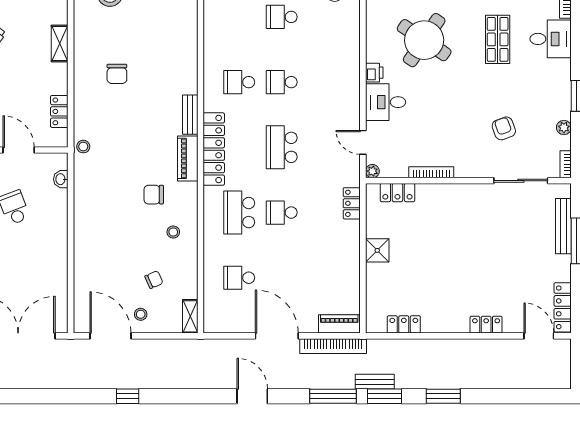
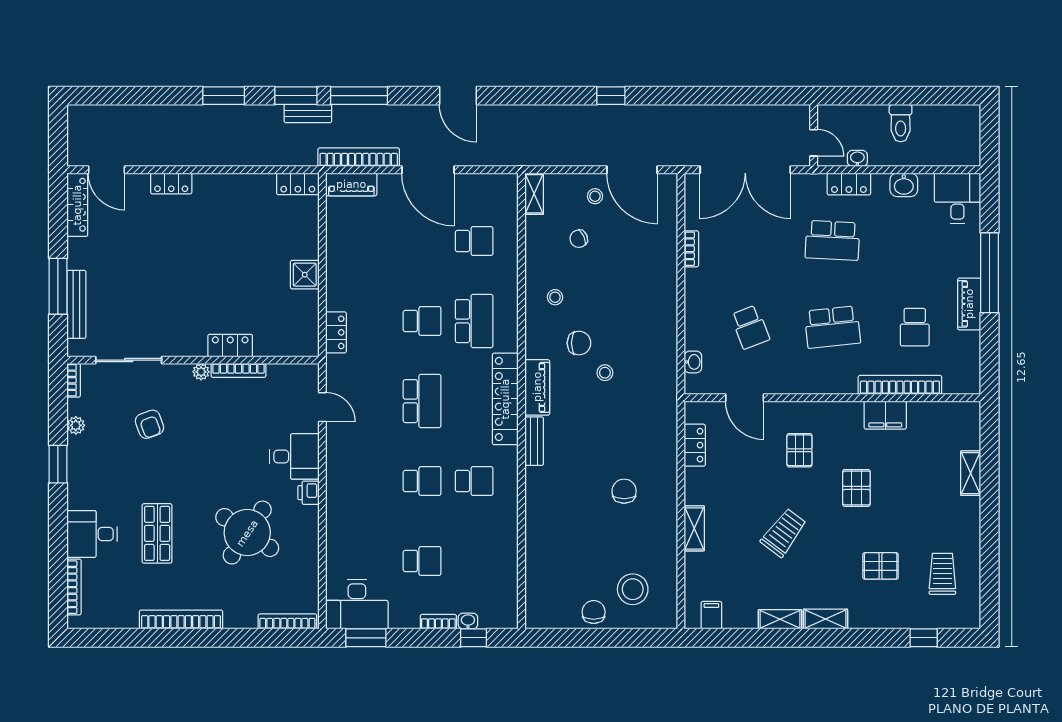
stool: (83, 147) -> (605, 373), moved
plant: (372, 171) -> (201, 372), moved
locker: (397, 193) -> (230, 346), moved
bookcase: (62, 271) -> (691, 249), added
locker: (404, 324) -> (298, 184), moved

